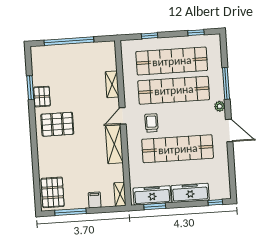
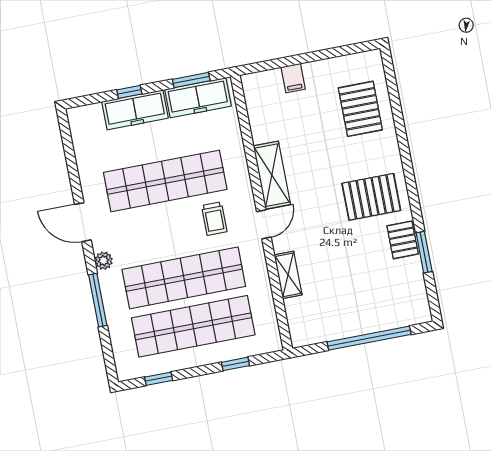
pallet: (53, 192) -> (360, 109), moved
shelving: (120, 194) -> (252, 93), removed
window: (215, 202) -> (129, 92), moved
window: (70, 212) -> (331, 53), removed

